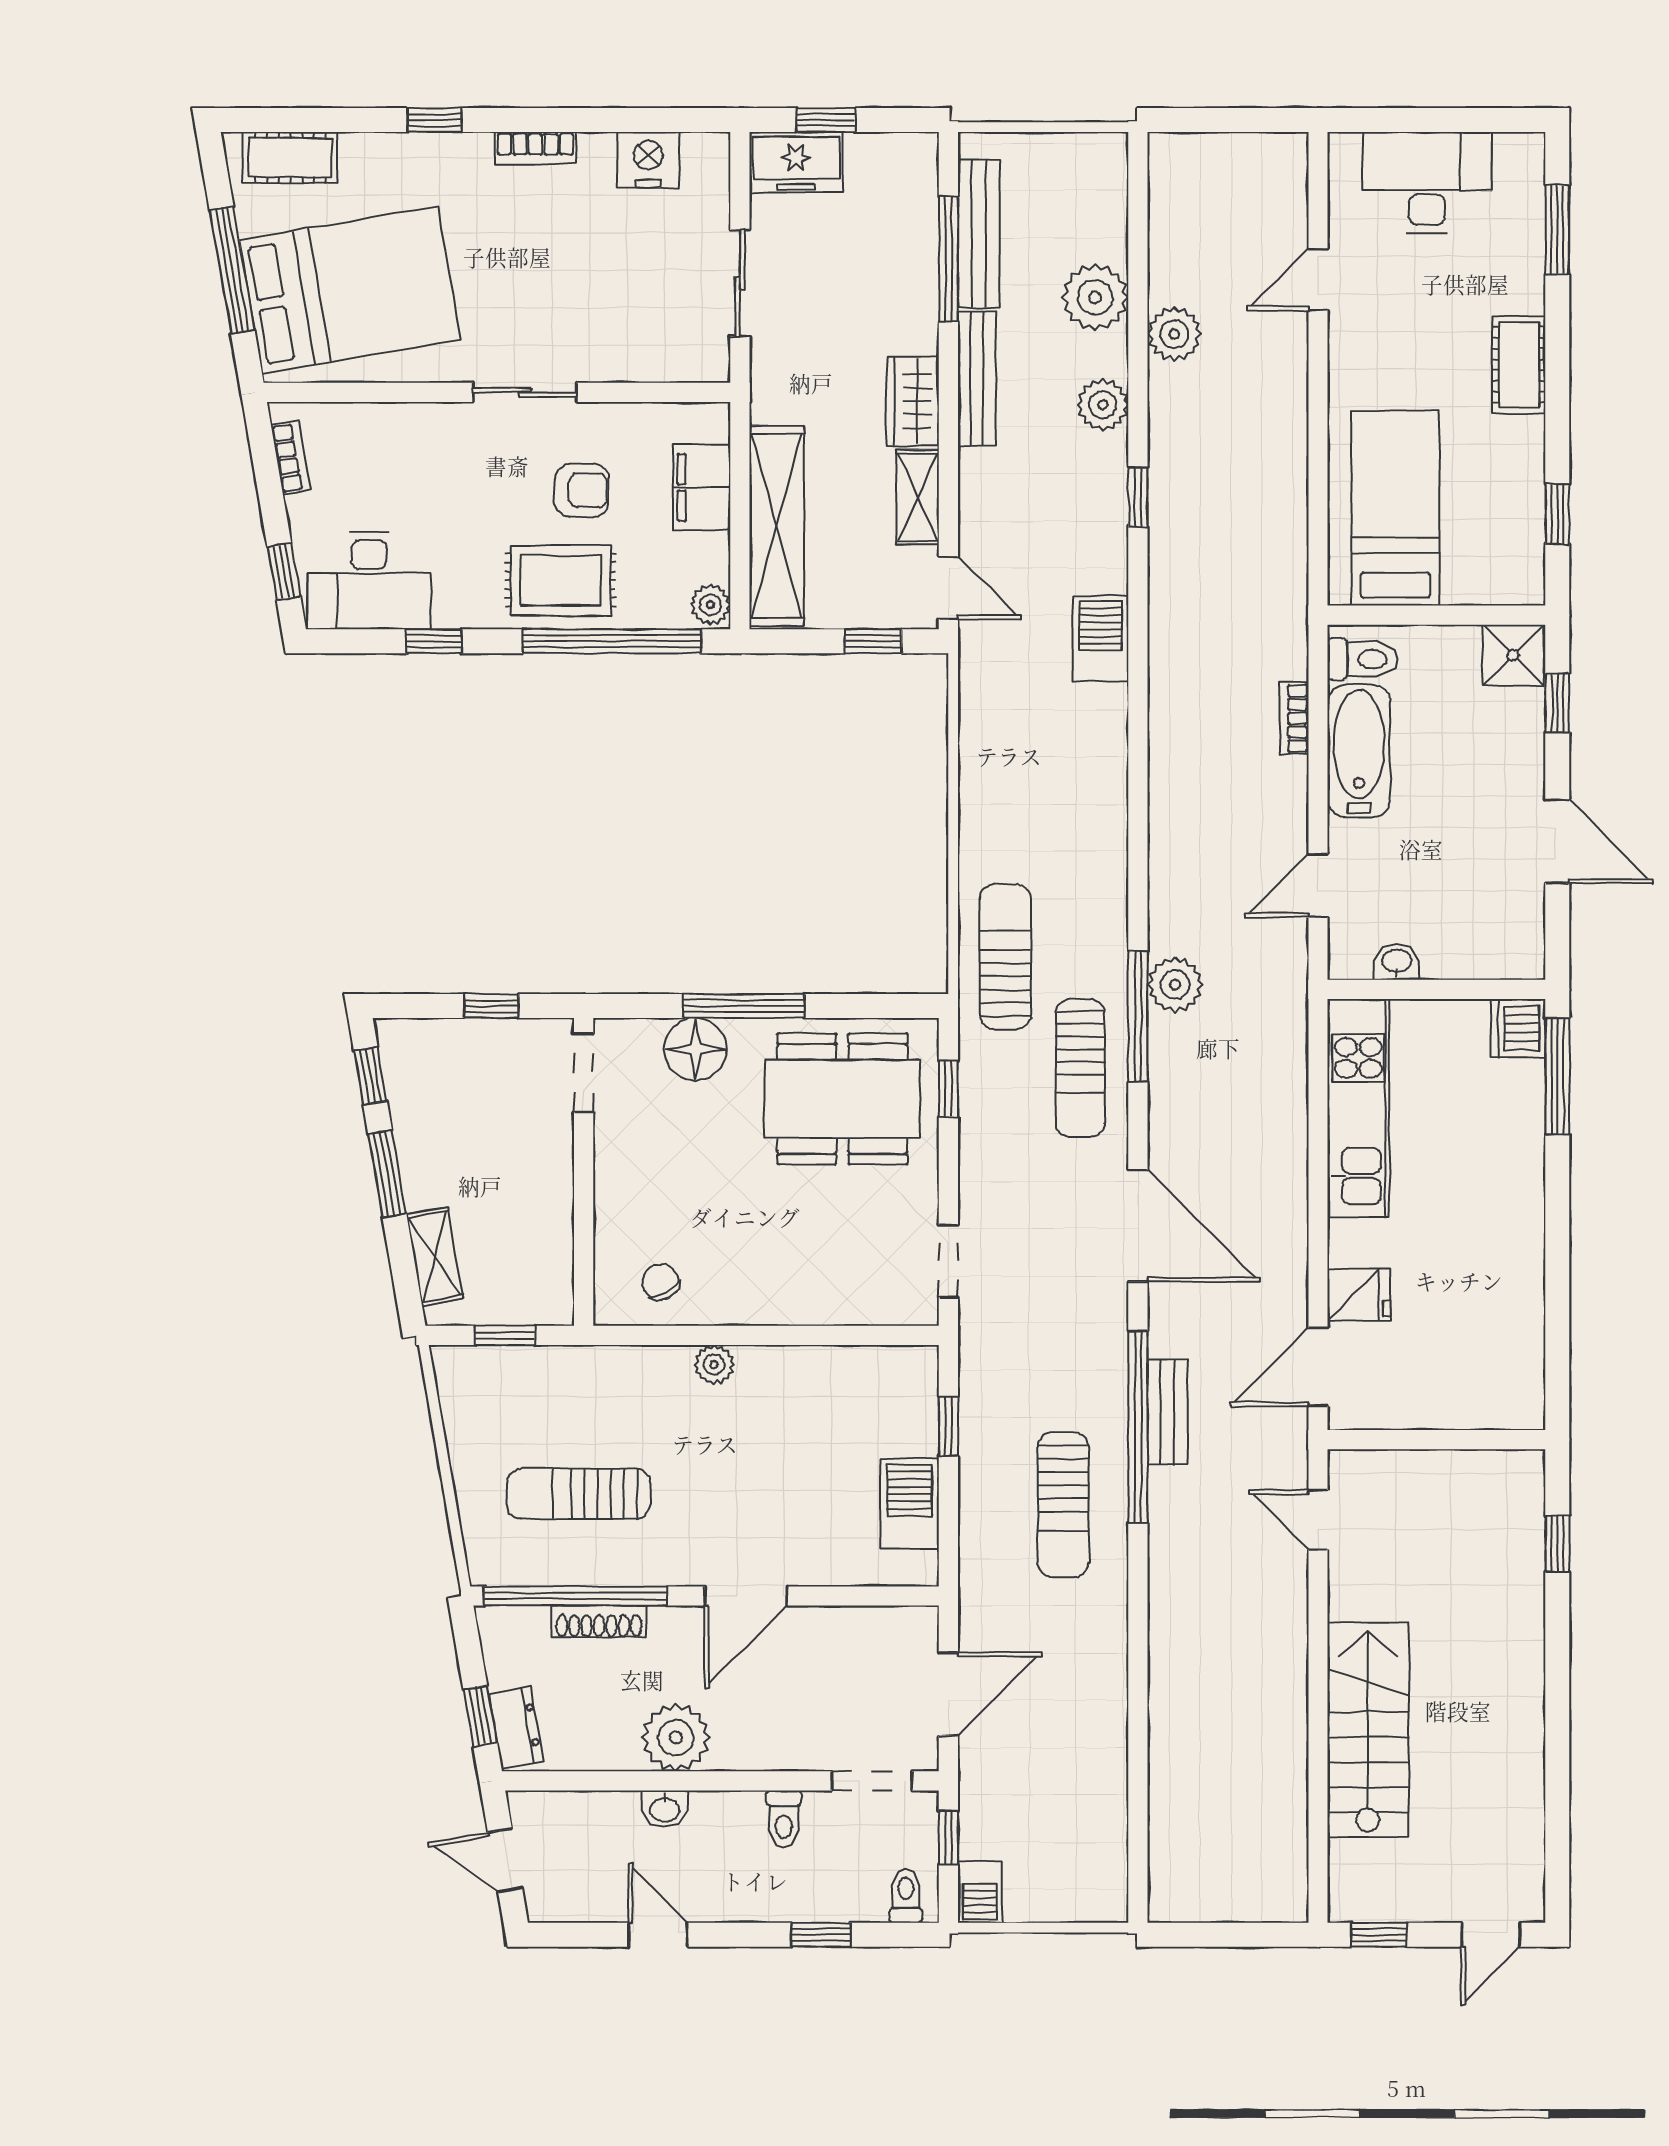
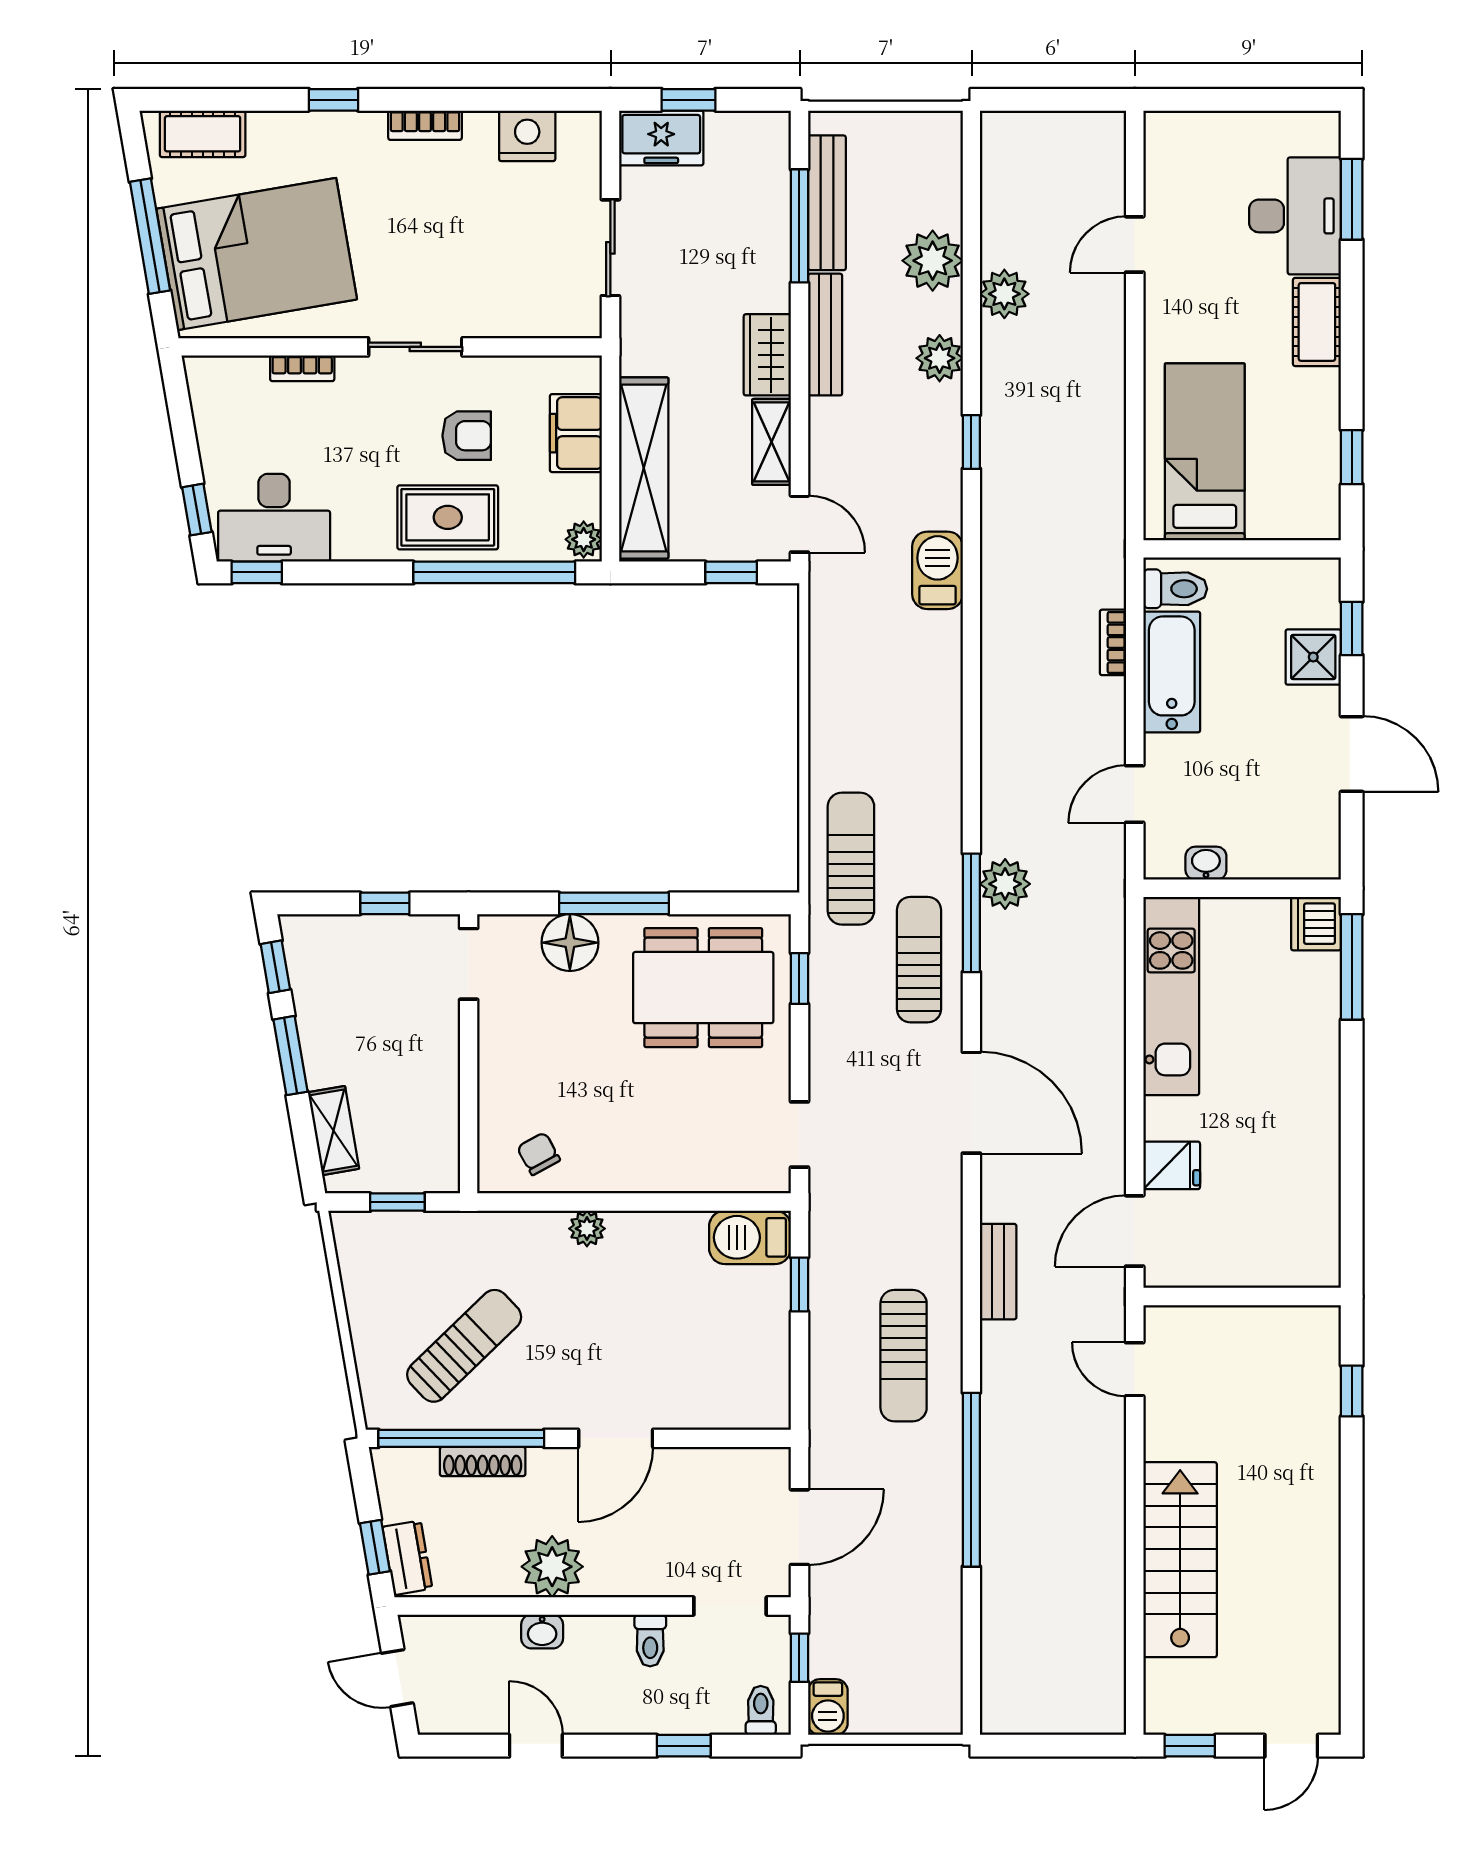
desk: (1427, 182) -> (1295, 216), moved, turned 90
bookcase: (291, 457) -> (302, 368), moved, turned 100
window: (434, 641) -> (257, 572), moved
shower: (1513, 655) -> (1313, 657), moved
sun lounger: (1080, 1068) -> (919, 960), turned 180
window: (1138, 1427) -> (971, 1480), moved
sun lounger: (579, 1494) -> (464, 1346), turned 136
barbecue: (909, 1504) -> (750, 1237), moved, turned -90

